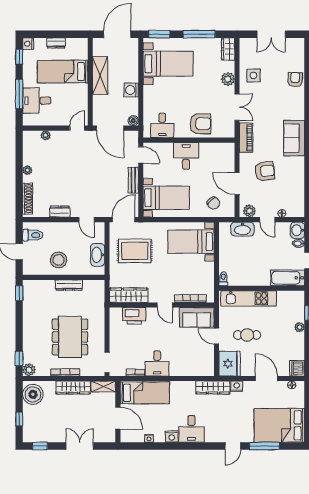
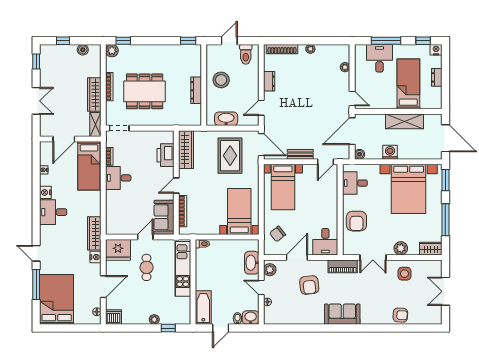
bed with nightstands: (168, 64) -> (409, 189), width x1.36
desk: (186, 156) -> (325, 242), moved, turned 90
door: (267, 220) -> (261, 287), hinge flipped
boiler: (33, 394) -> (83, 50), width x0.54, depth x0.54

